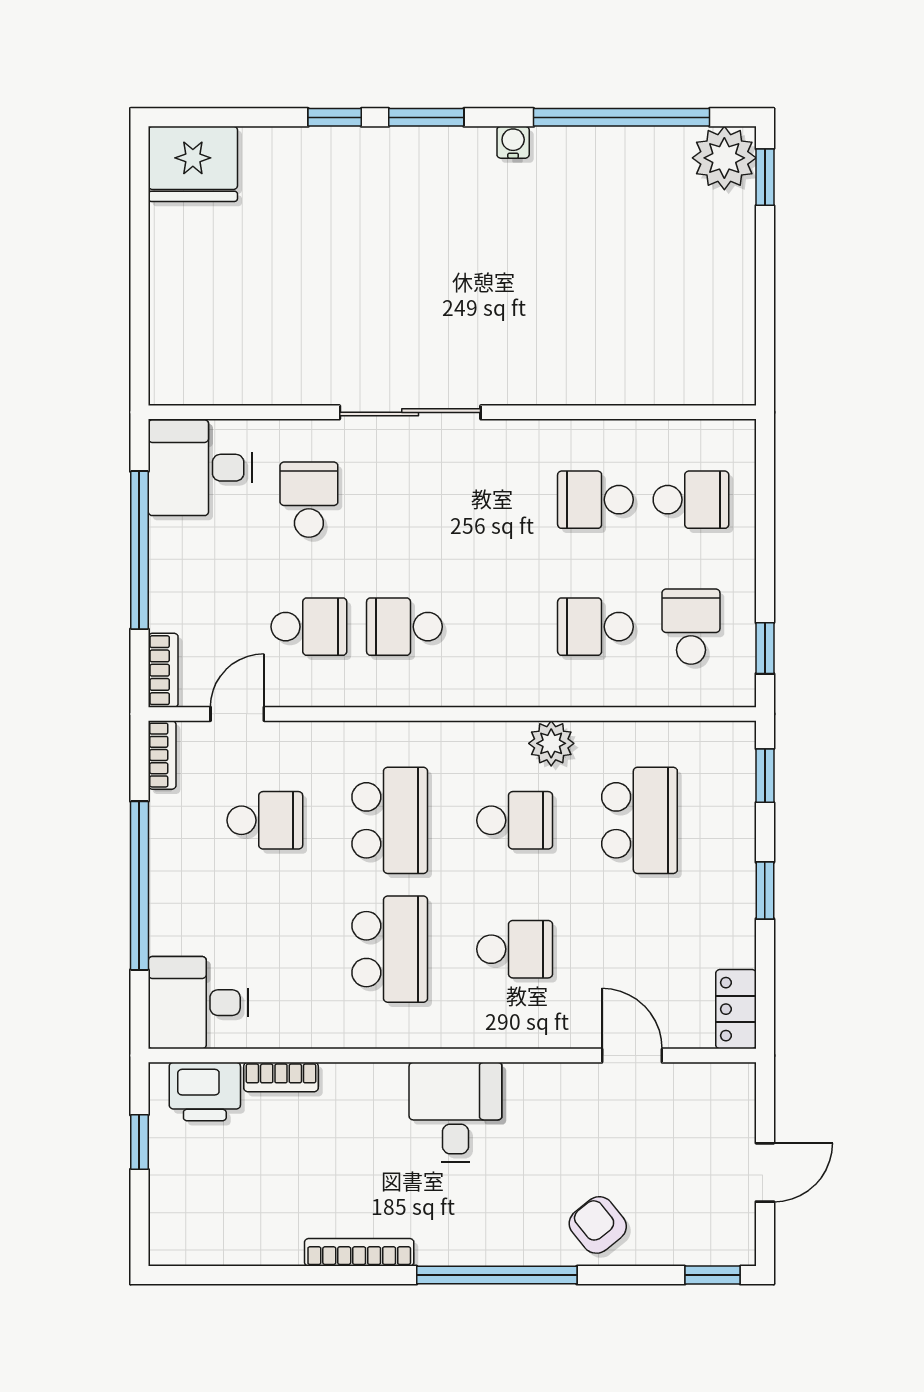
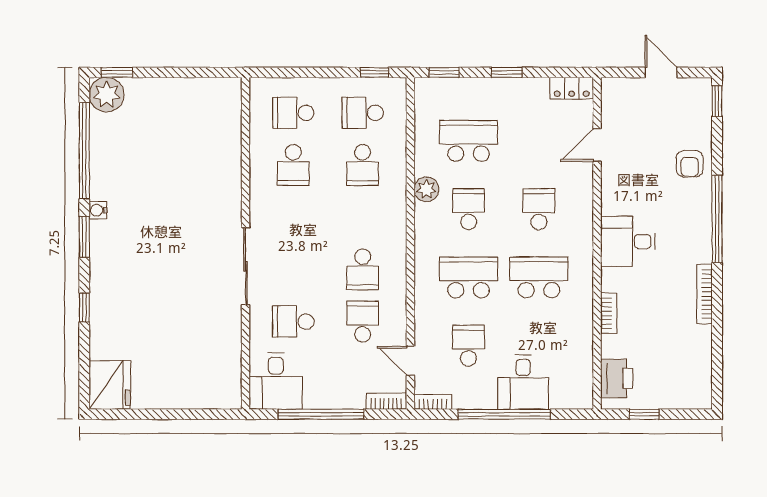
window: (426, 117) -> (84, 237), moved
school desk: (691, 500) -> (293, 113), turned -90
desk: (198, 1003) -> (523, 382), moved
bookcase: (281, 1077) -> (609, 313), moved
armchair: (598, 1225) -> (690, 164), turned -51

